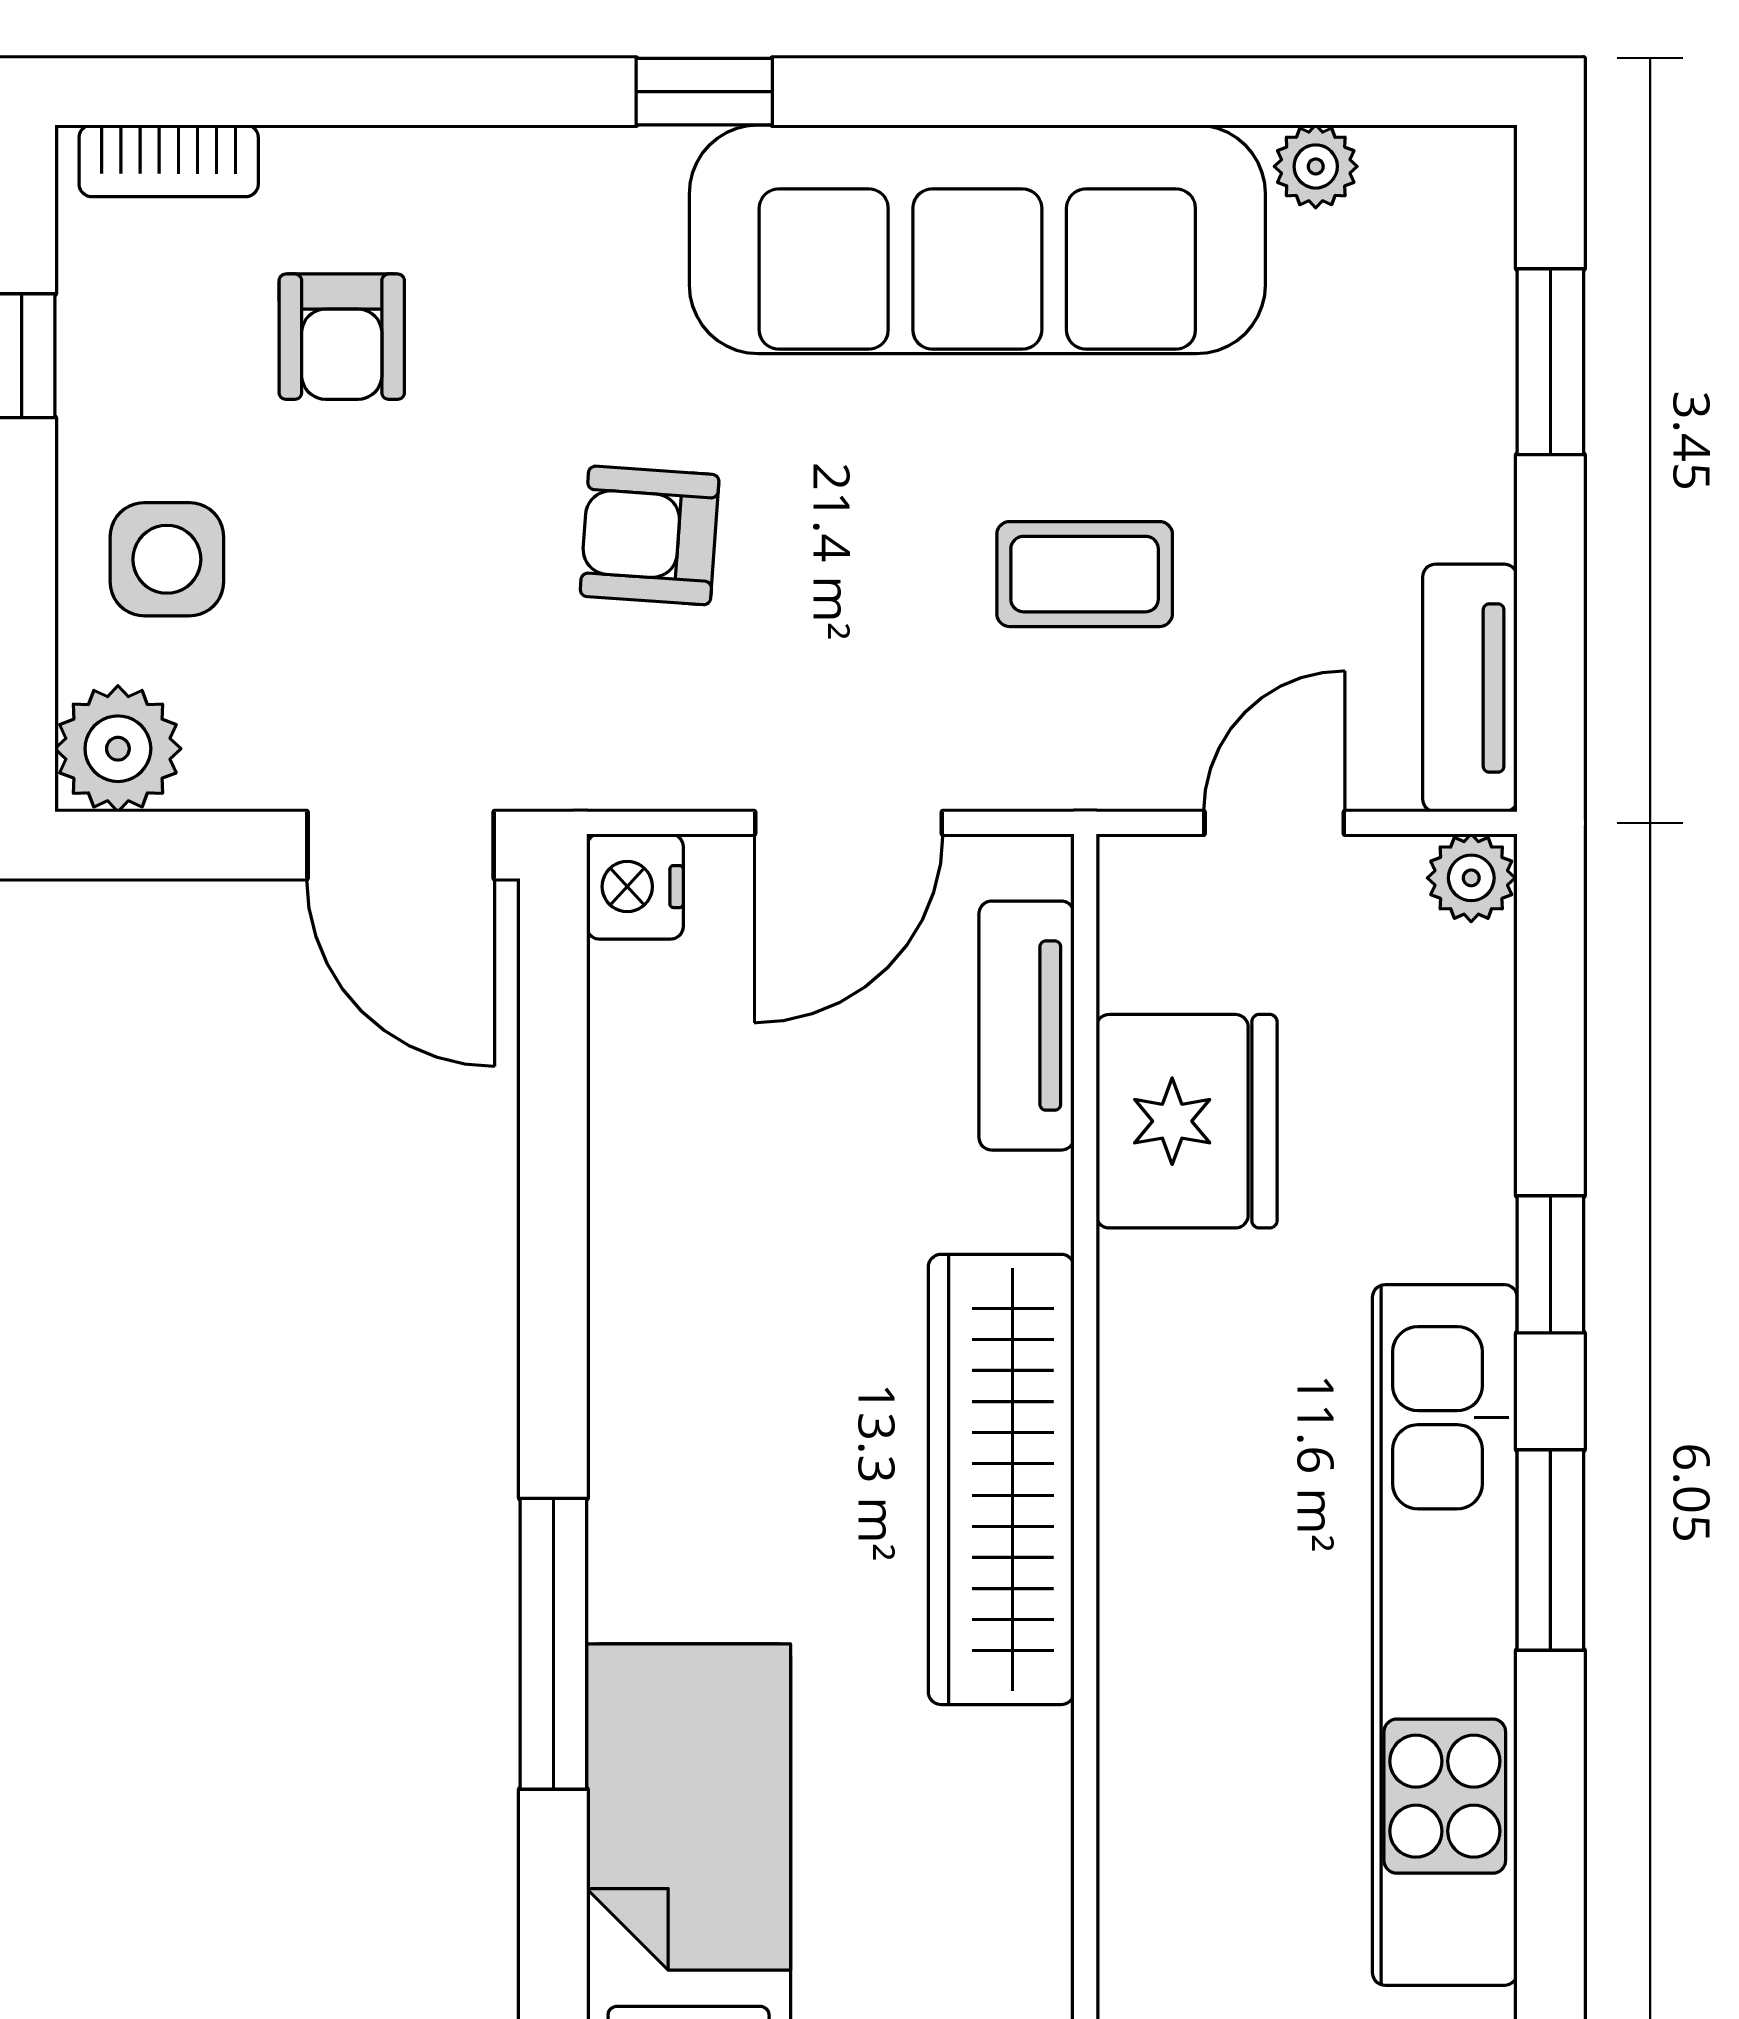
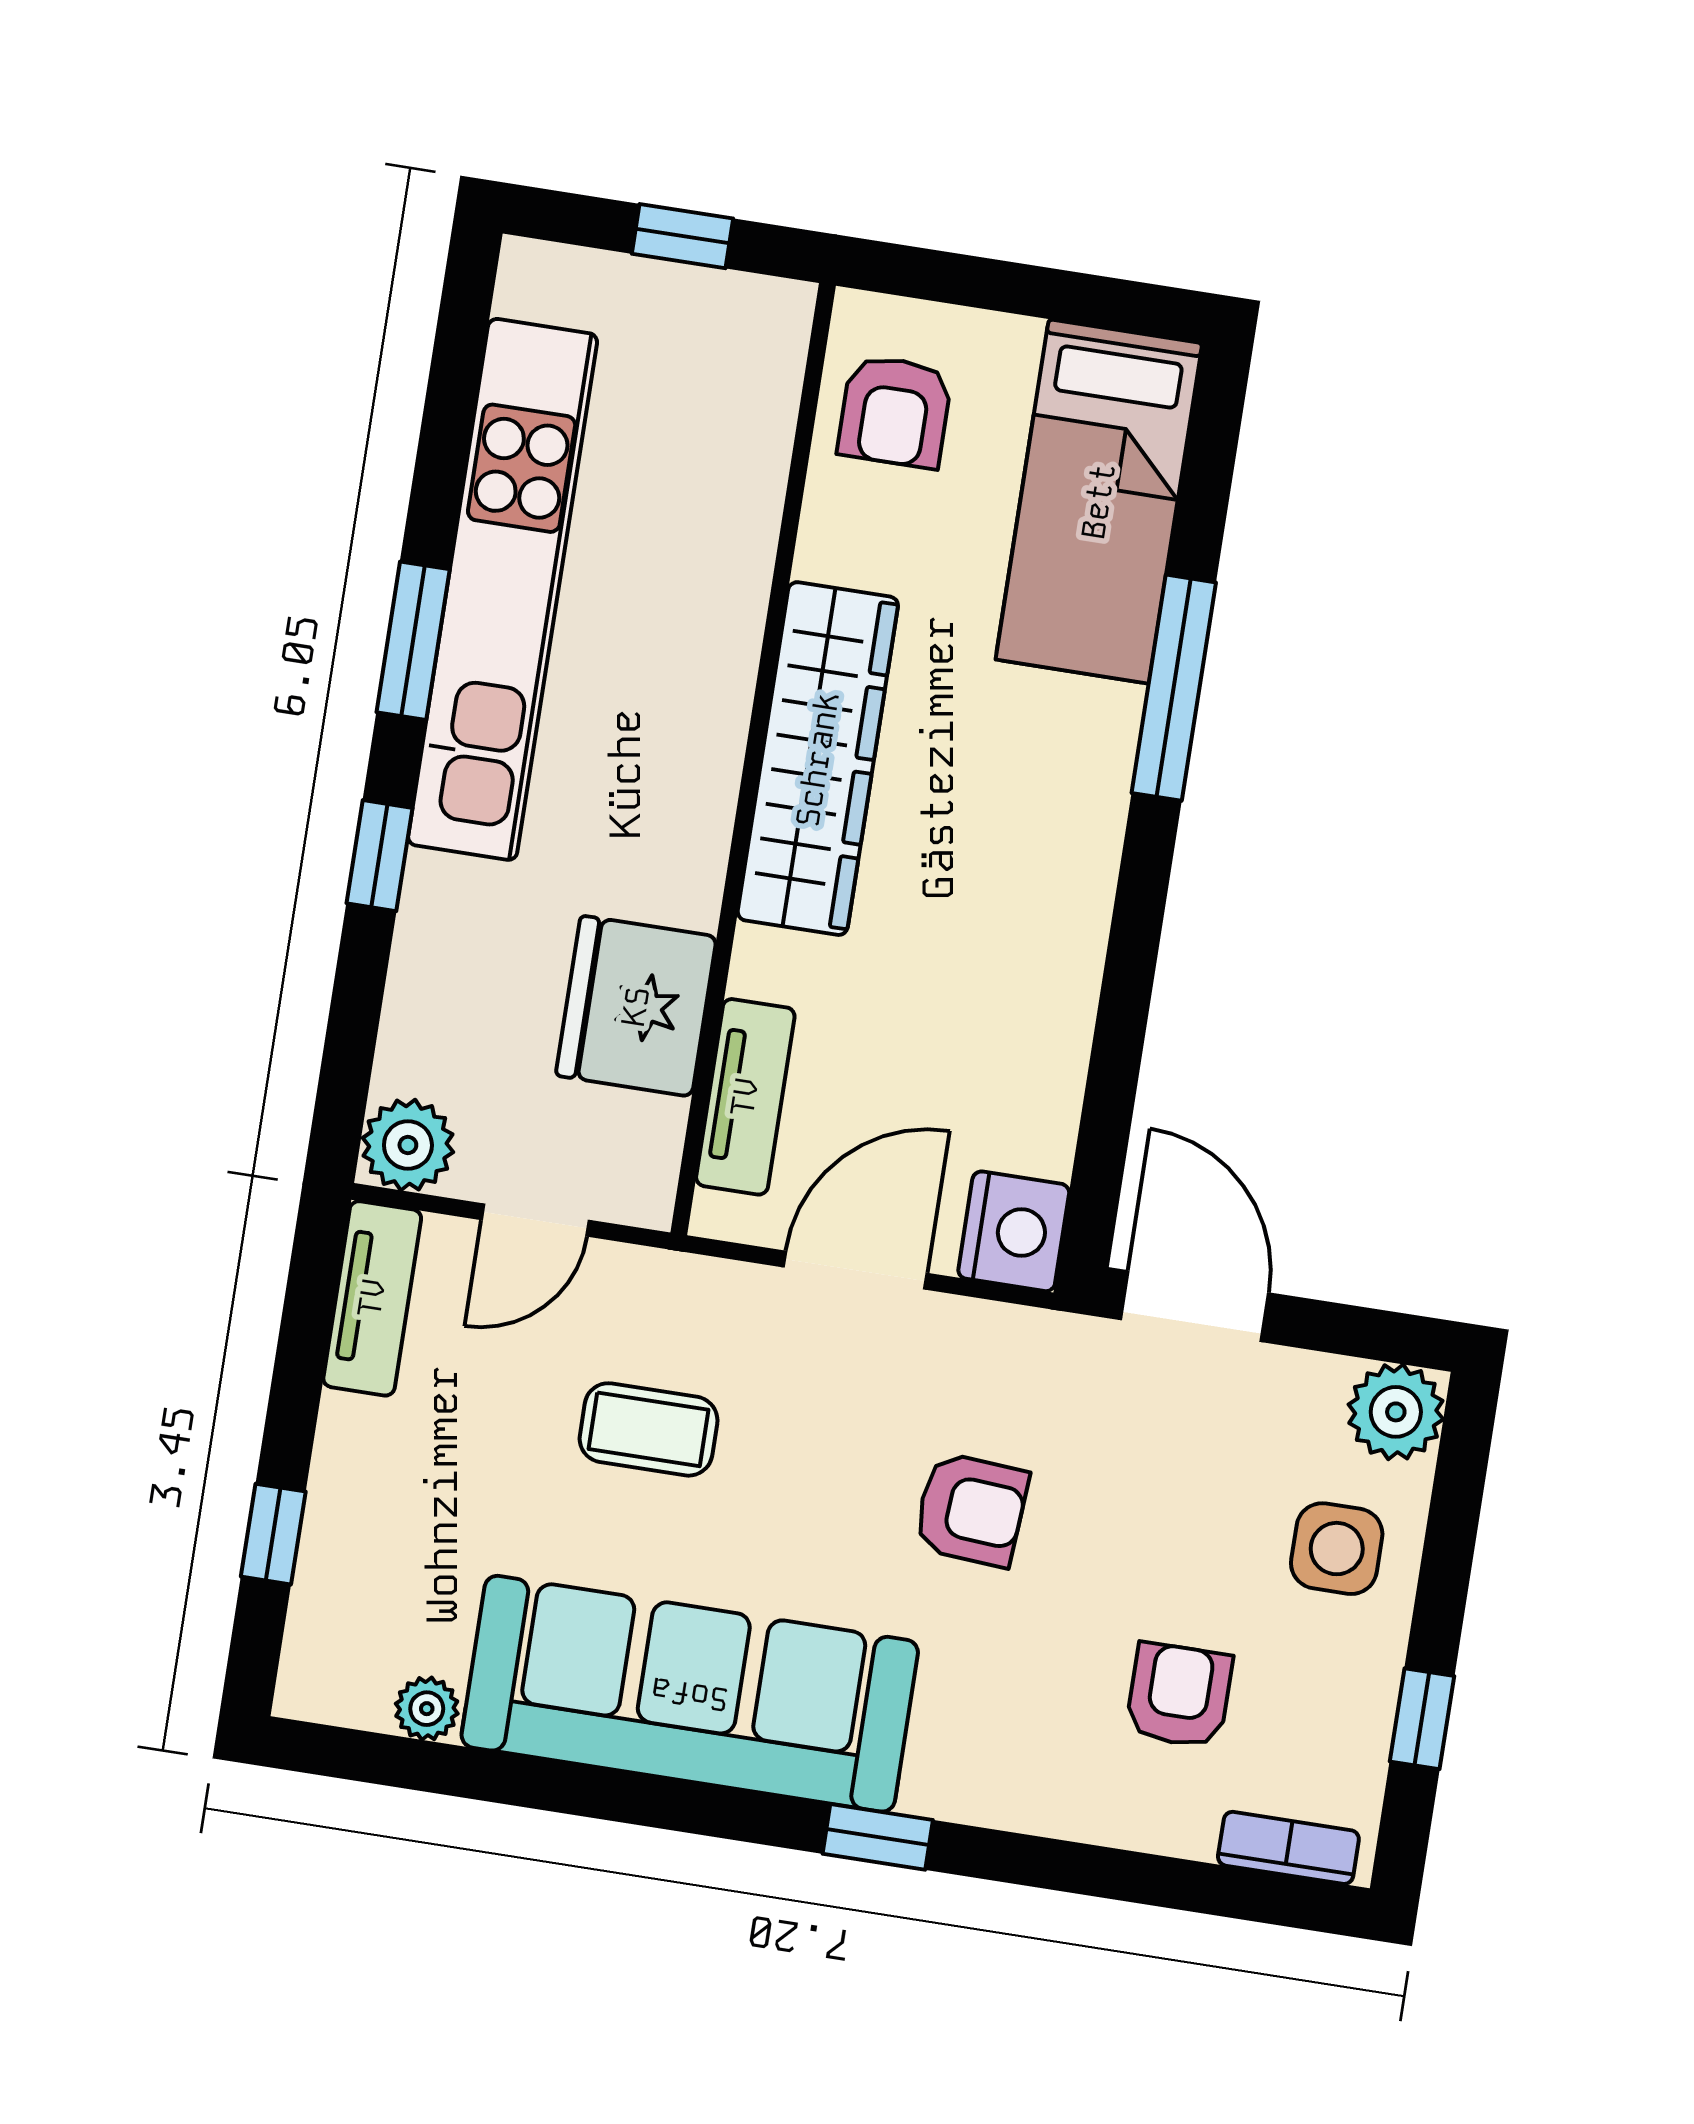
window: (1550, 362) -> (273, 1534), width x0.67
plant: (1471, 878) -> (408, 1145), width x1.38, depth x1.38
nightstand: (635, 887) -> (1014, 1231), width x1.36, depth x1.33
armchair: (972, 1946) -> (895, 411), added

